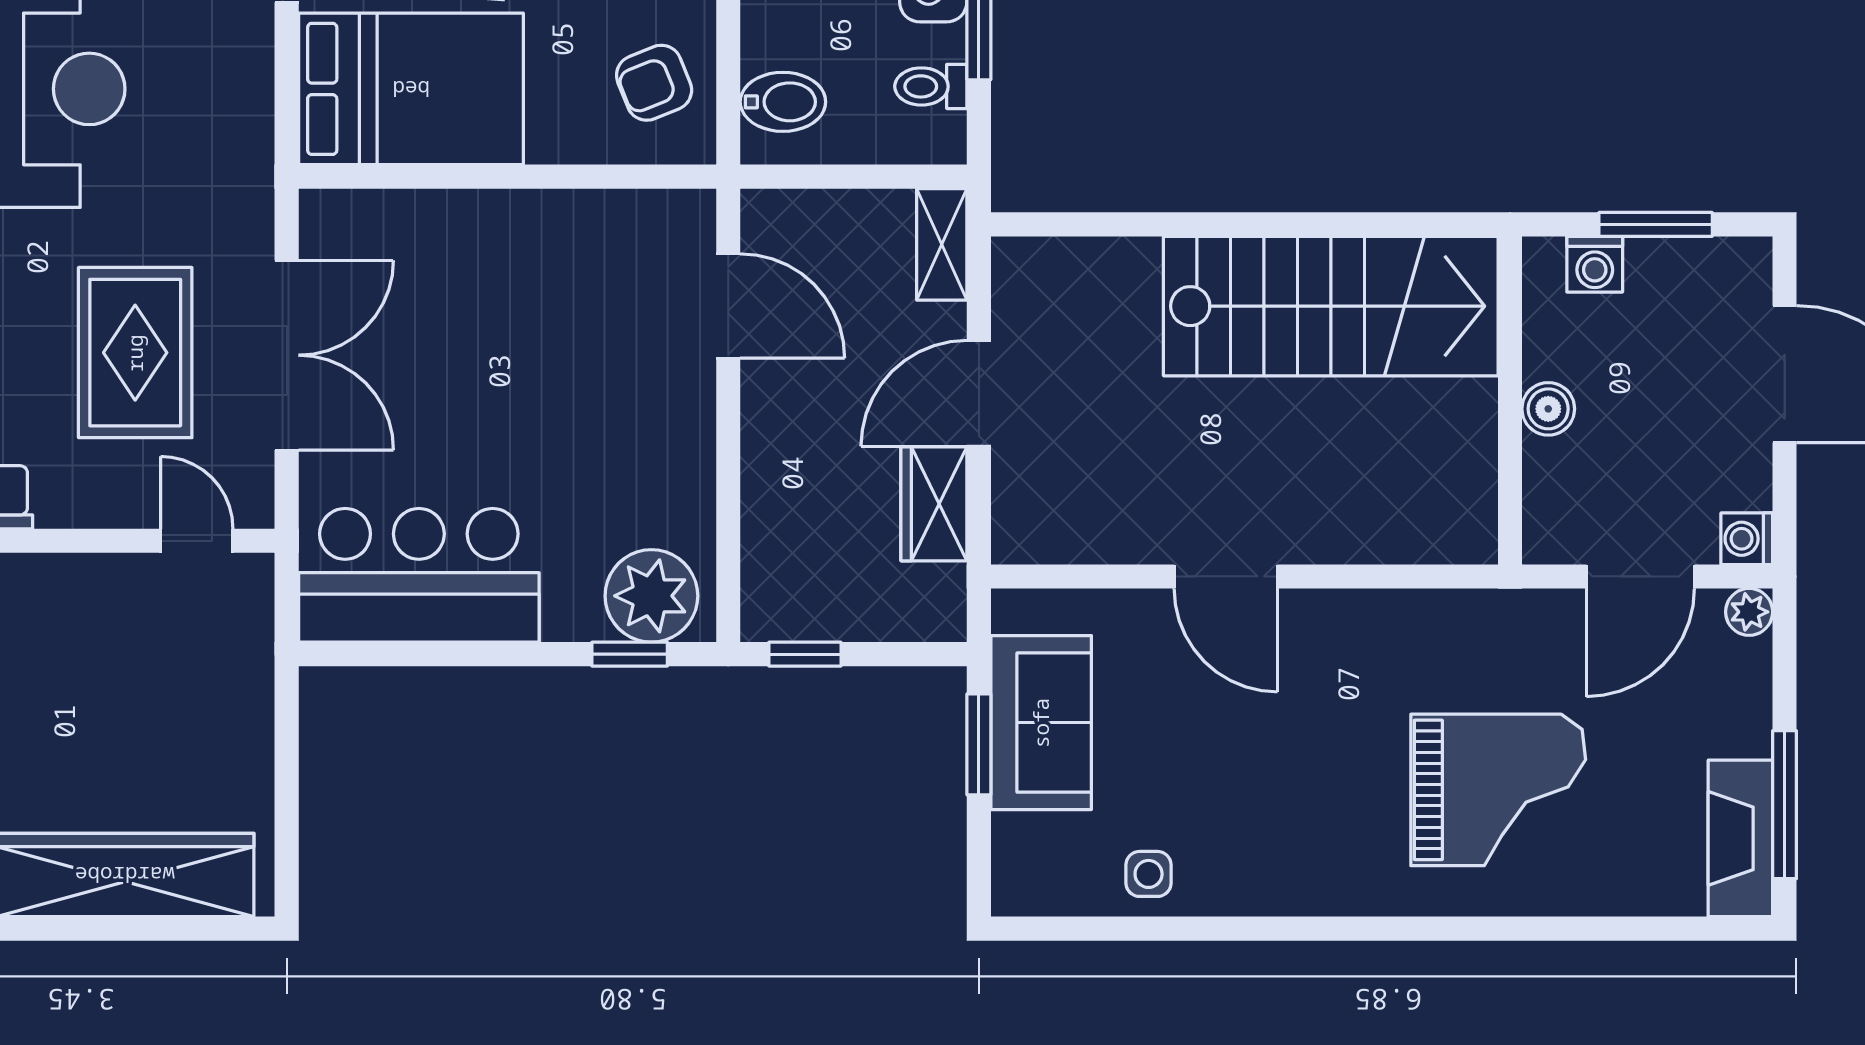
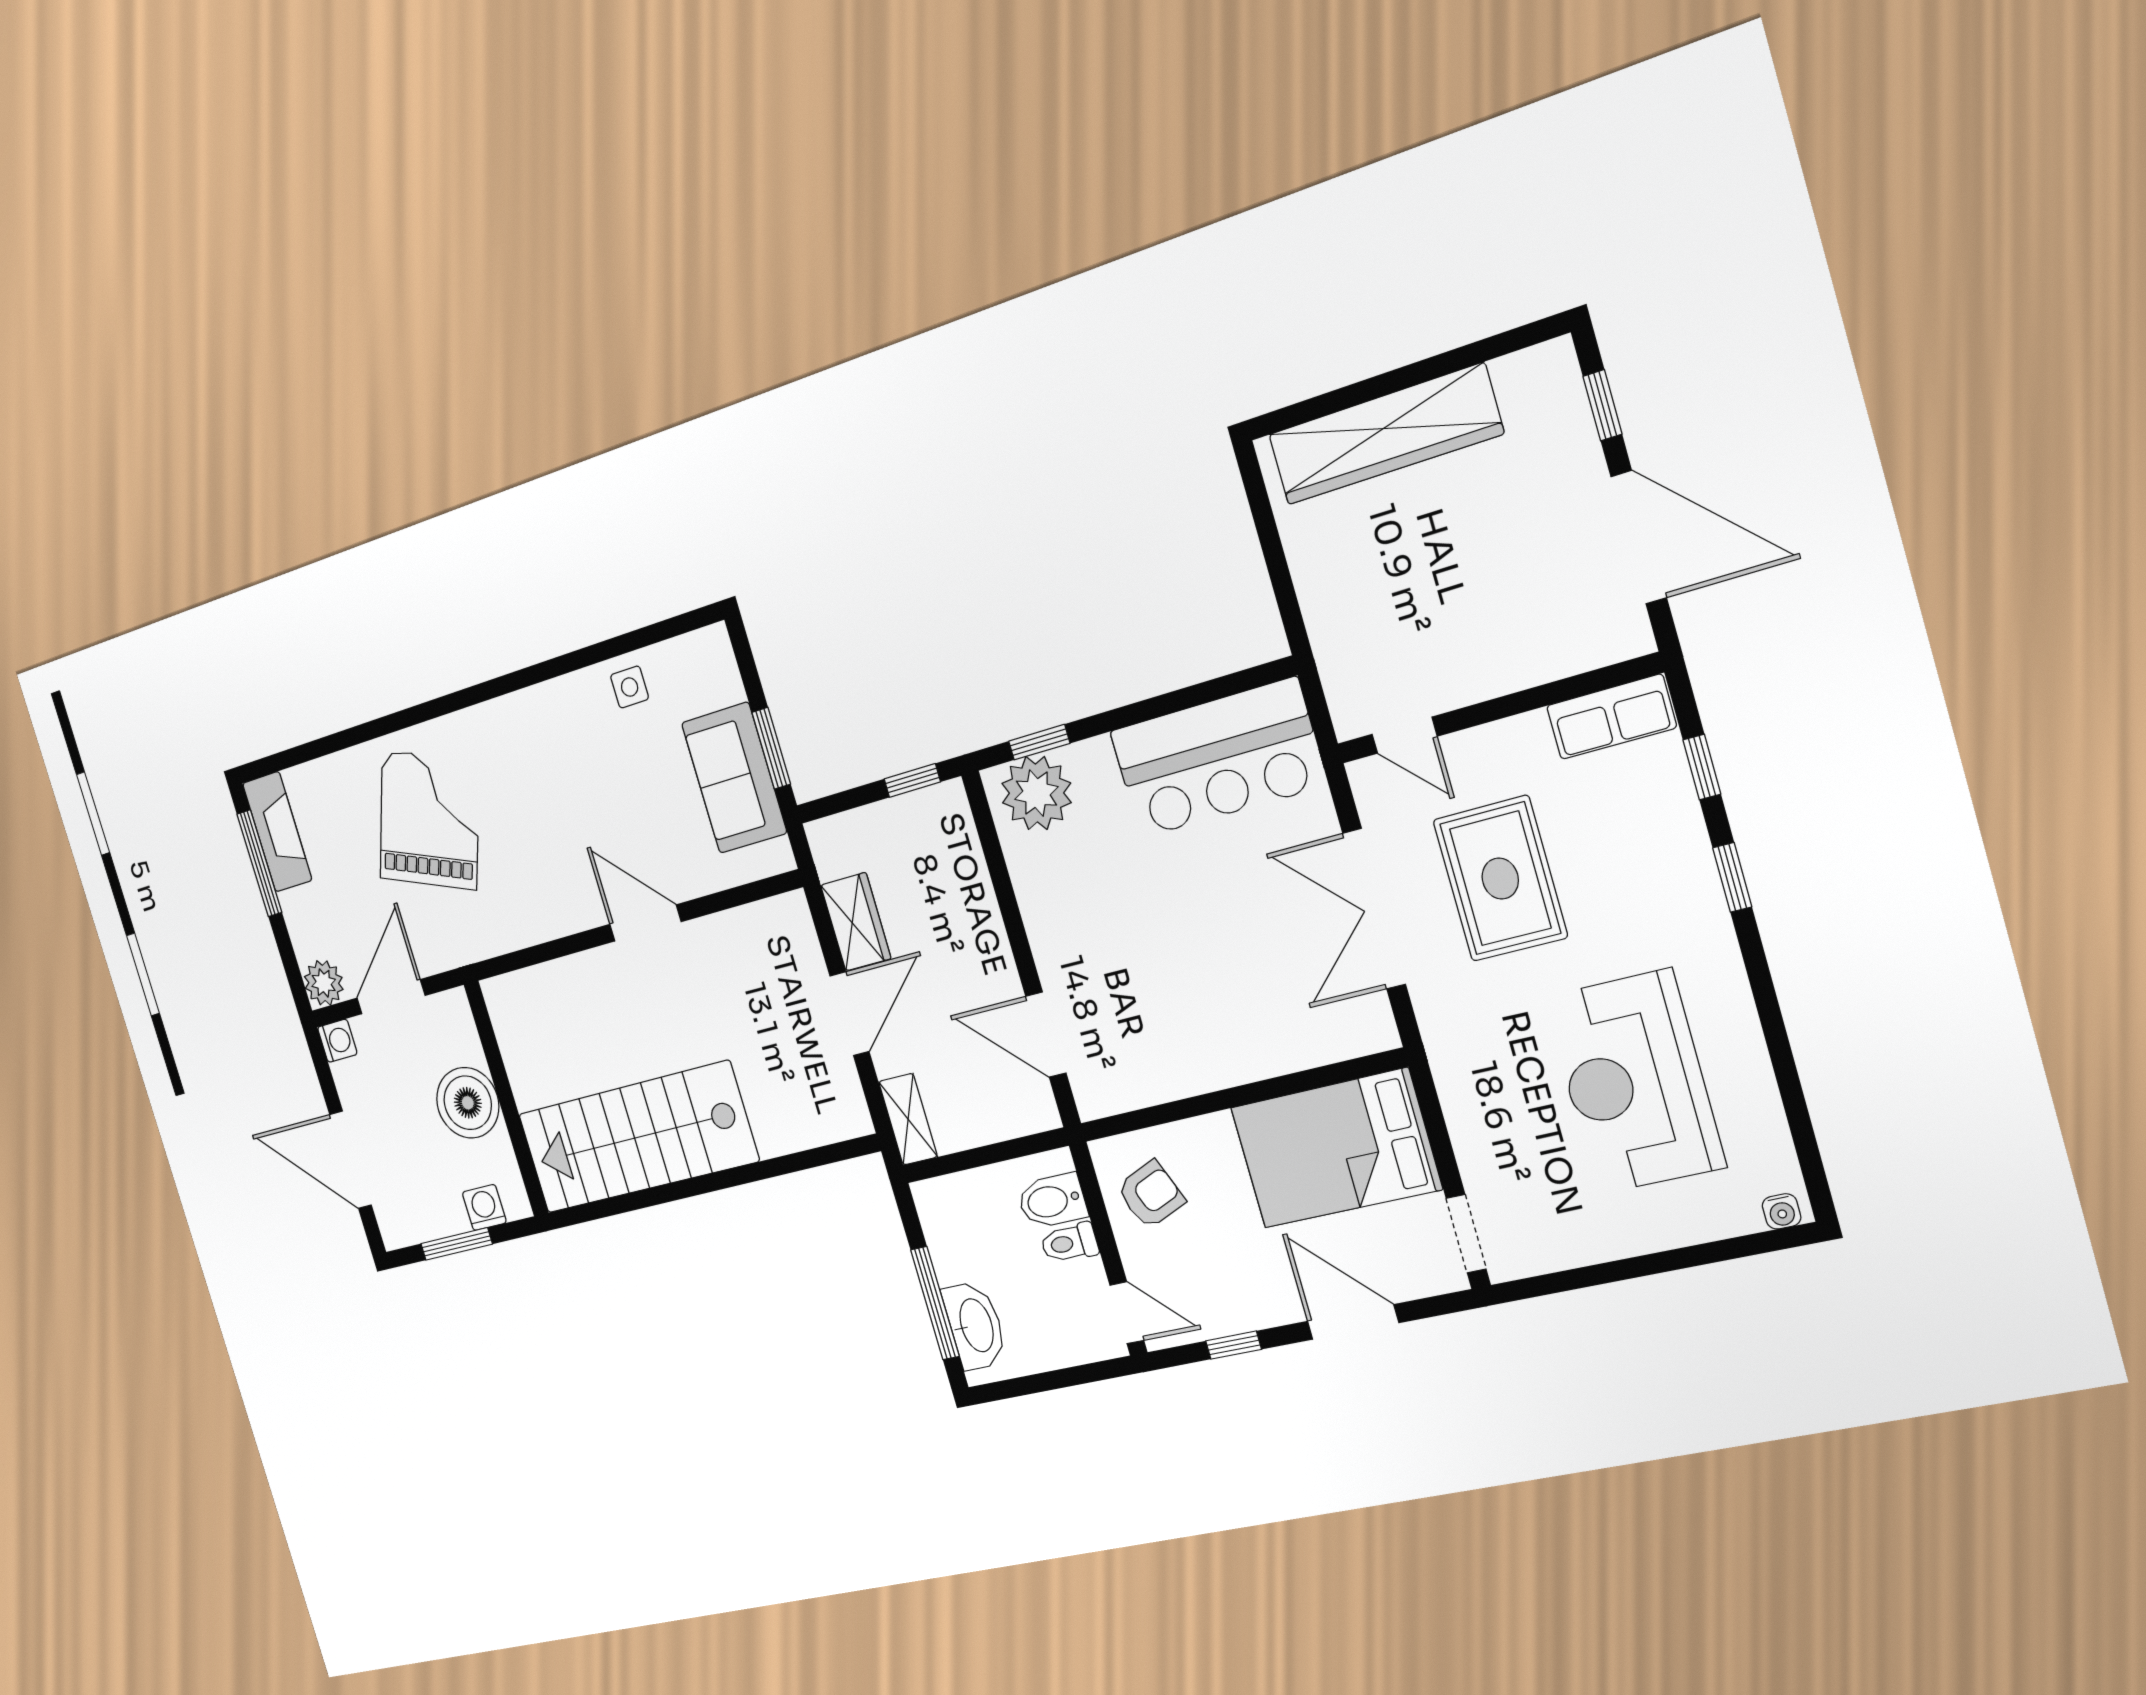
toilet: (931, 86) -> (1069, 1243), moved, turned 180
boiler: (1548, 409) -> (468, 1103), width x1.86, depth x1.86
plant: (1749, 612) -> (324, 983), width x1.38, depth x1.38
grand piano: (1498, 790) -> (429, 820), turned 111

